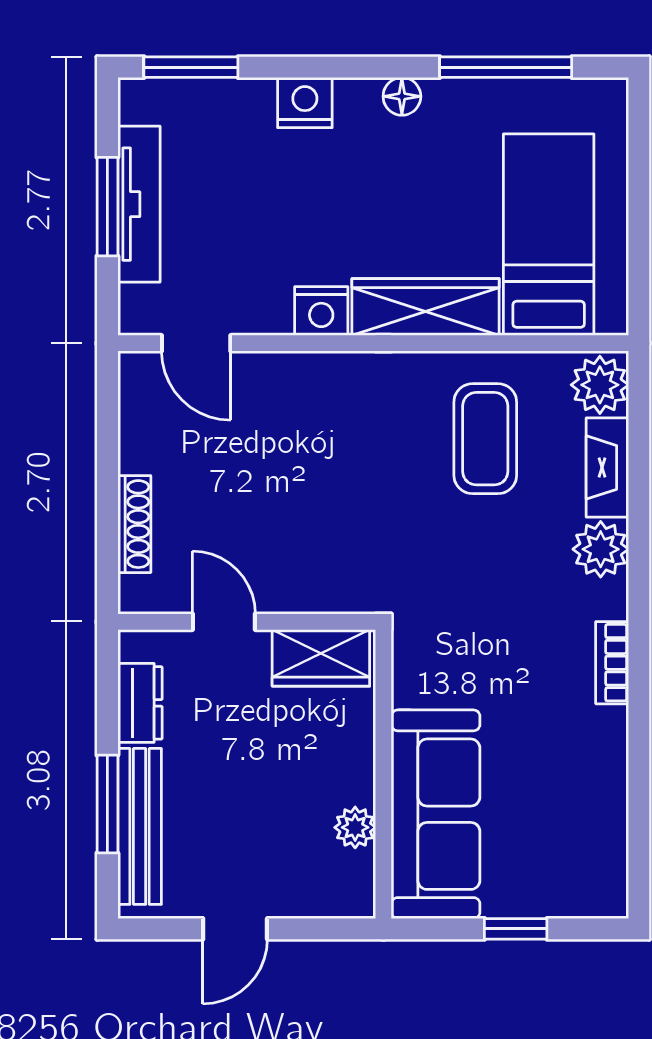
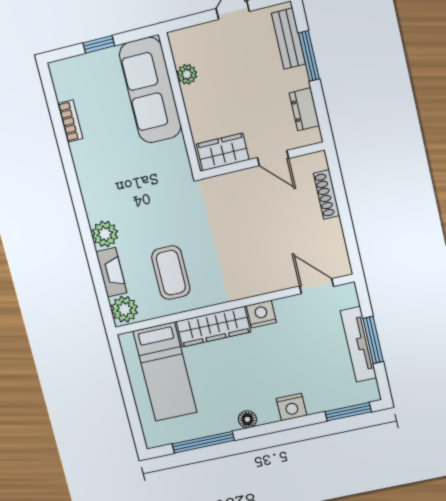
bookcase: (612, 663) -> (70, 121), moved
bench: (140, 826) -> (288, 39), width x0.73

